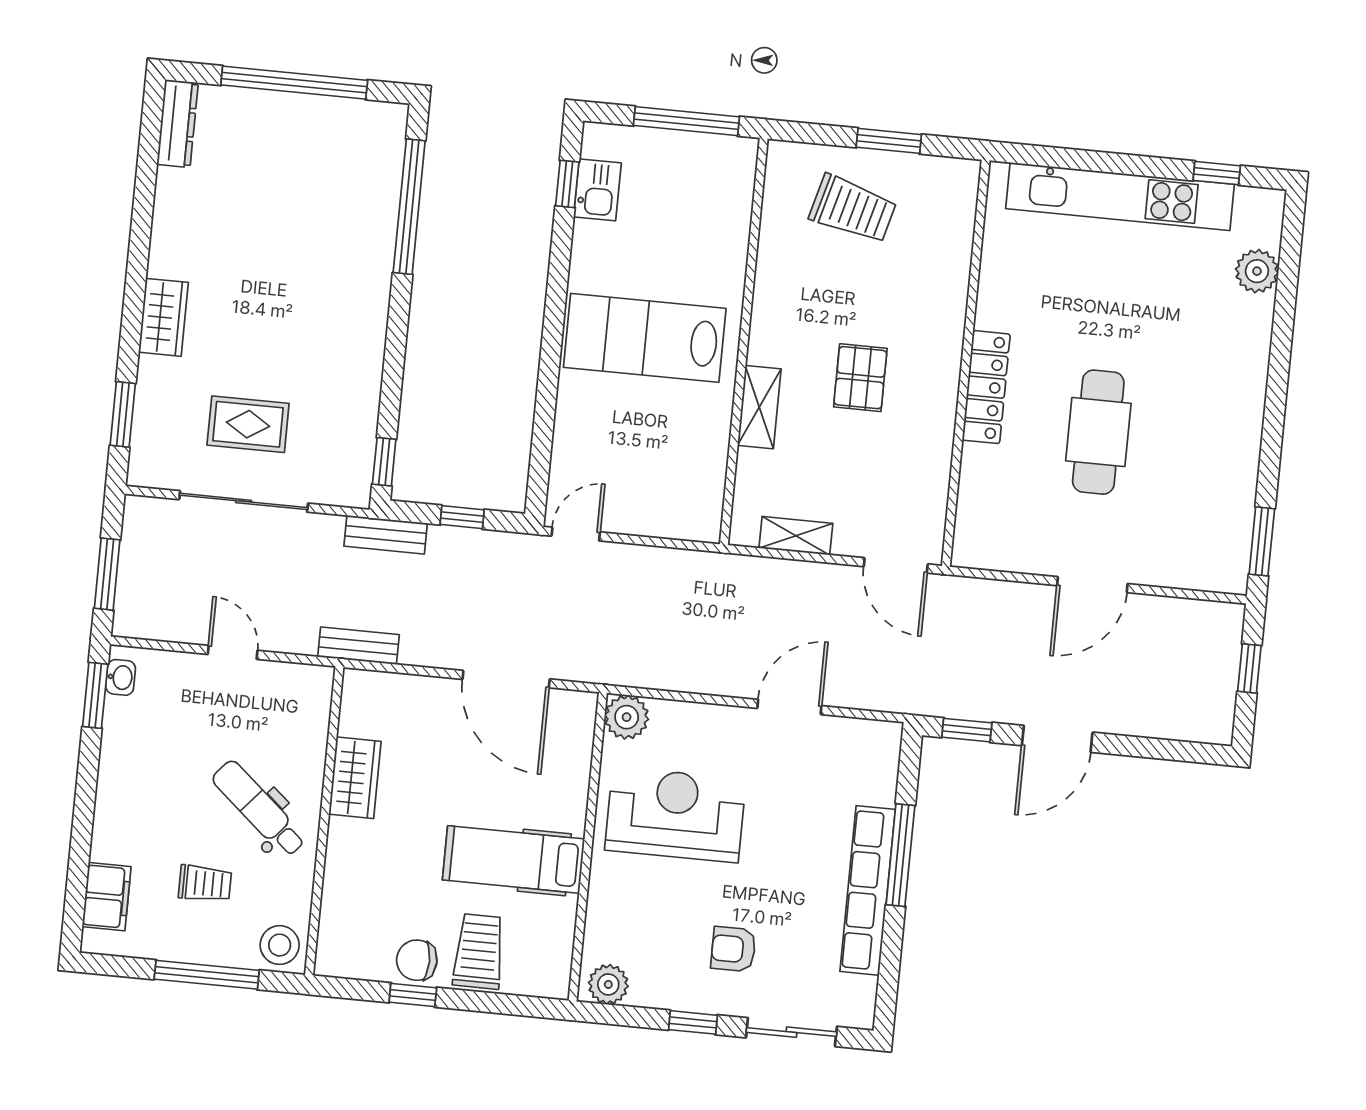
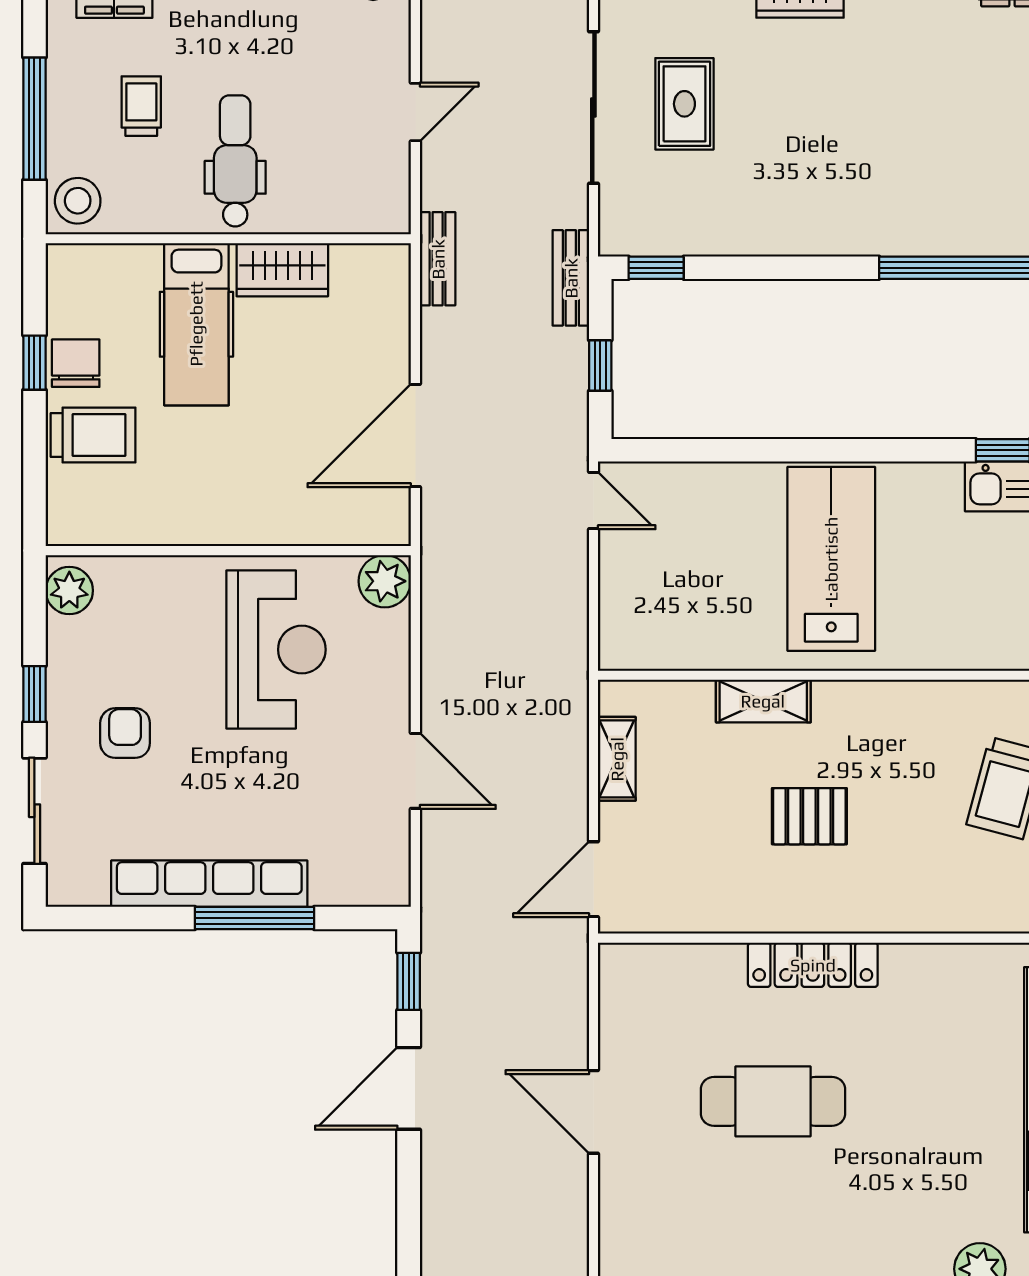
door: (1057, 739) -> (409, 1088), hinge flipped
dental chair: (259, 809) -> (235, 161), turned -41
hospital bed: (514, 859) -> (196, 324), moved, turned 180
trolley: (205, 883) -> (141, 106), turned 180

